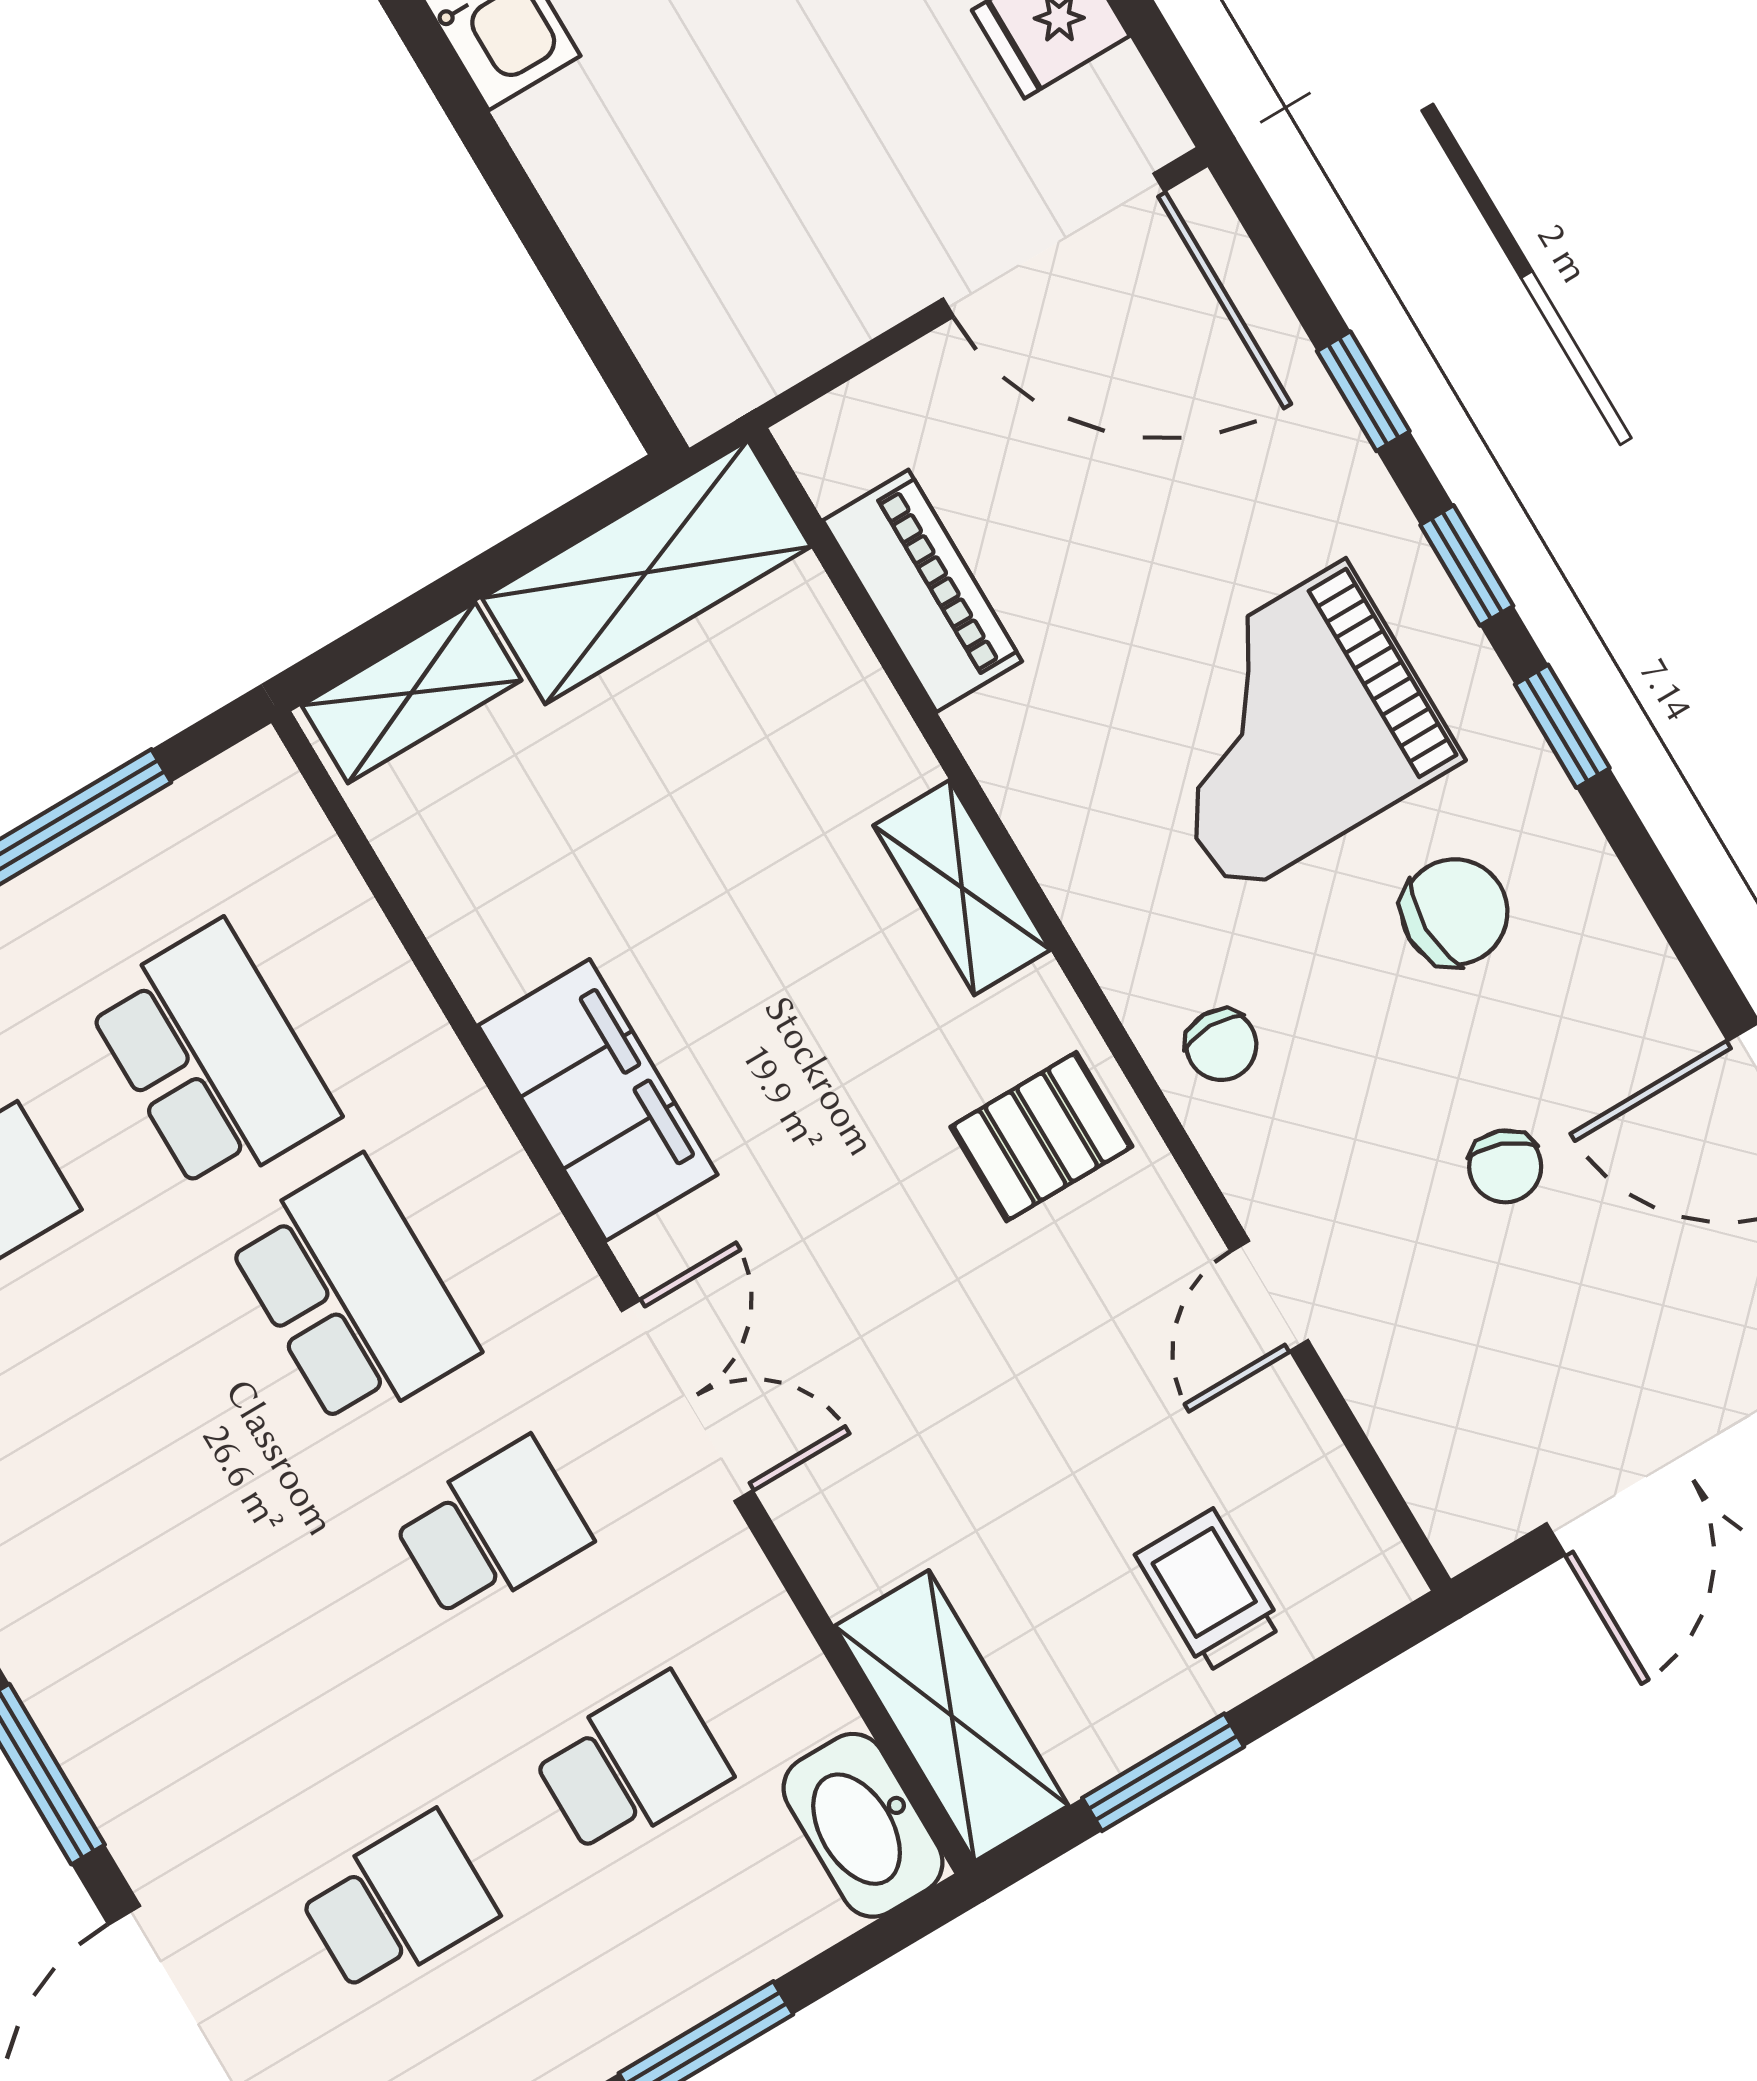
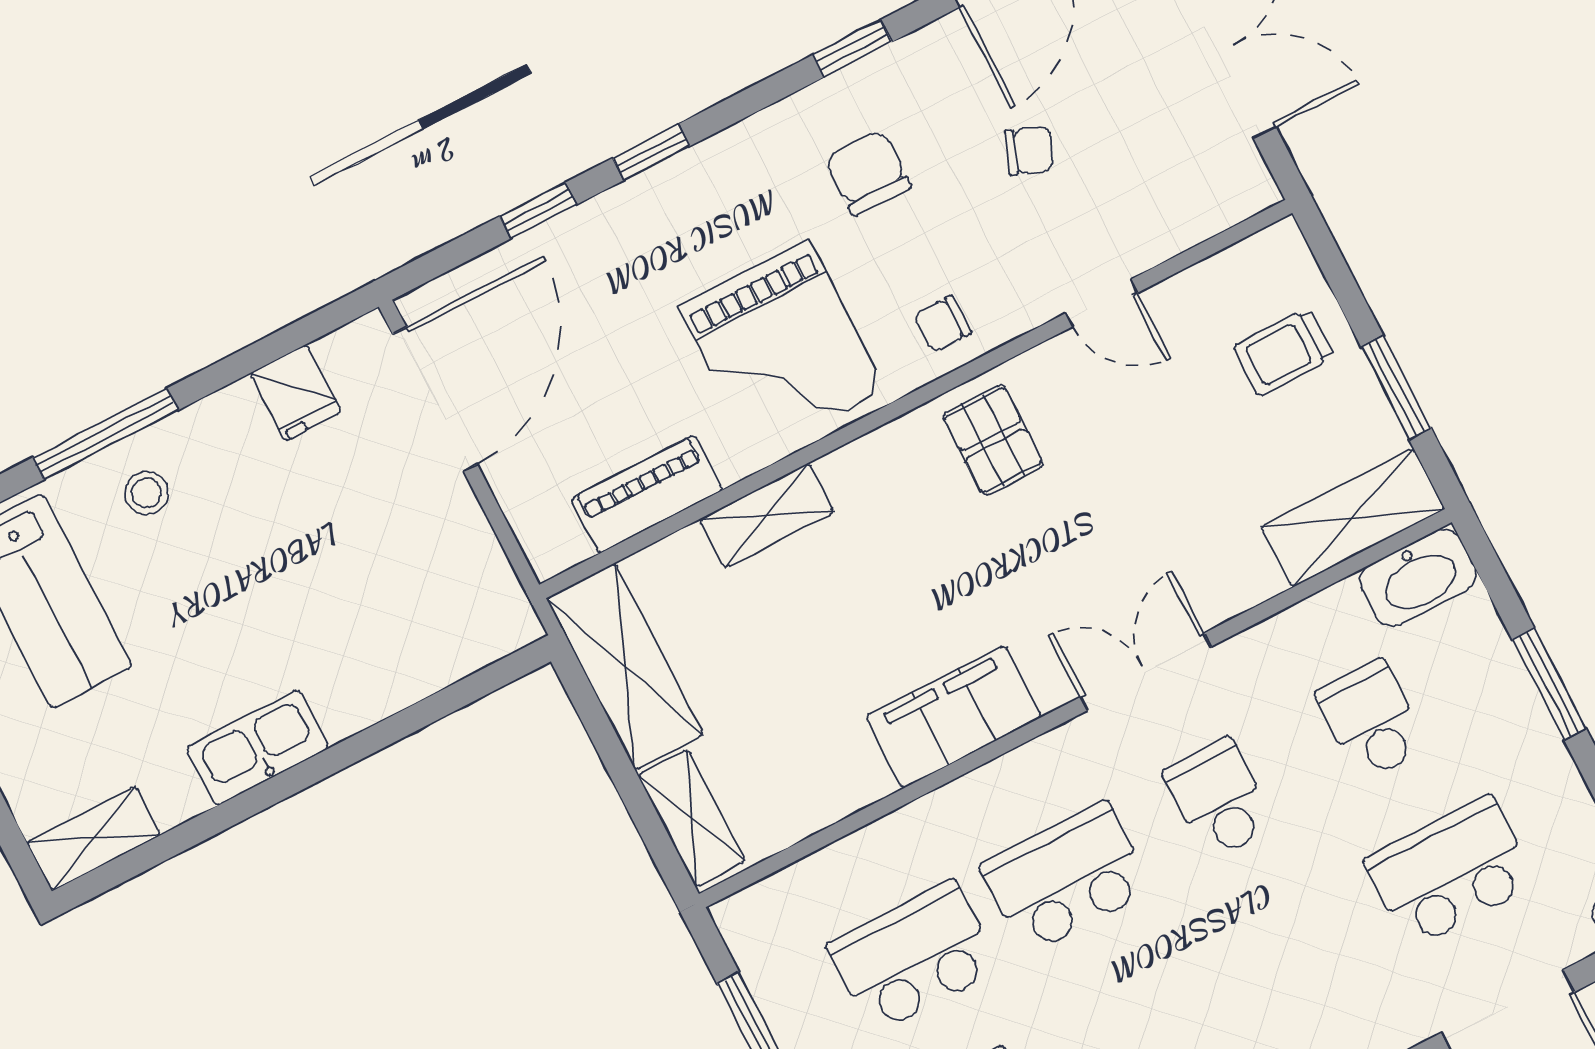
window: (1562, 726) -> (852, 48), moved
grand piano: (1289, 728) -> (782, 348), moved
shelving: (962, 888) -> (767, 516), moved
chair: (1221, 1045) -> (943, 324), turned 180
school desk: (398, 1904) -> (1450, 872), width x1.85

